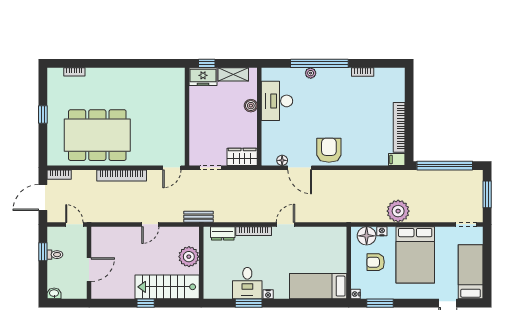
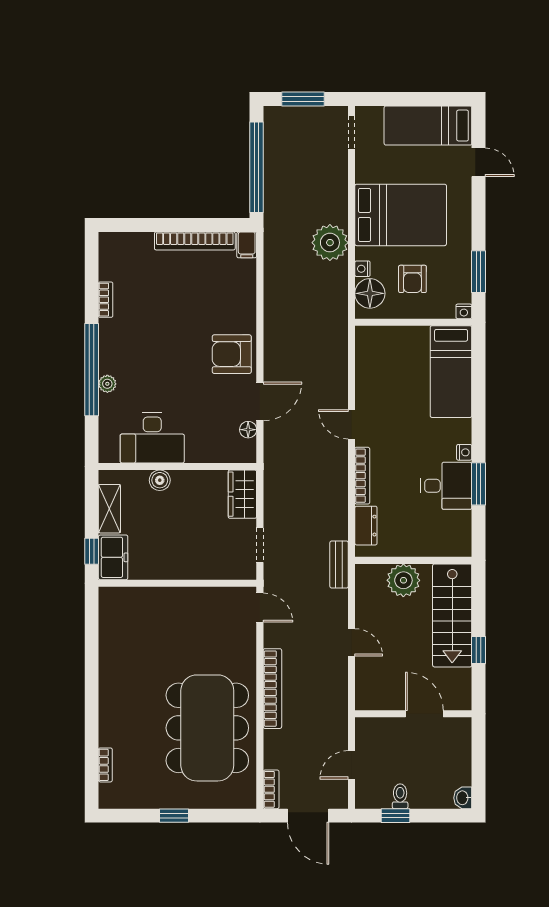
wall: (89, 263) -> (413, 714), moved
door: (89, 270) -> (424, 714), moved

